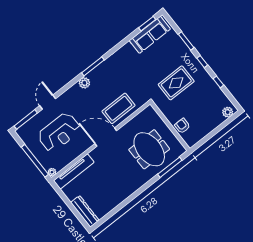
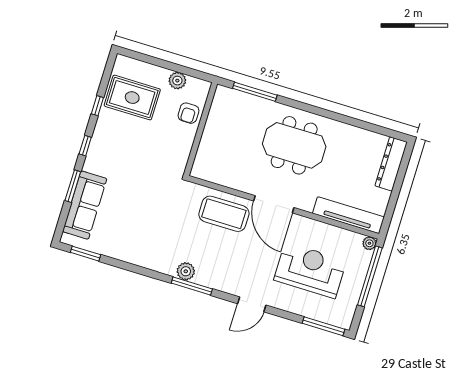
sofa: (150, 35) -> (85, 205), moved, turned 90
plant: (84, 83) -> (186, 271), moved
rug: (176, 83) -> (132, 98), moved
door: (48, 102) -> (252, 304), moved
plant: (228, 112) -> (177, 81), moved
meeting table: (149, 149) -> (294, 145), moved, turned 90

